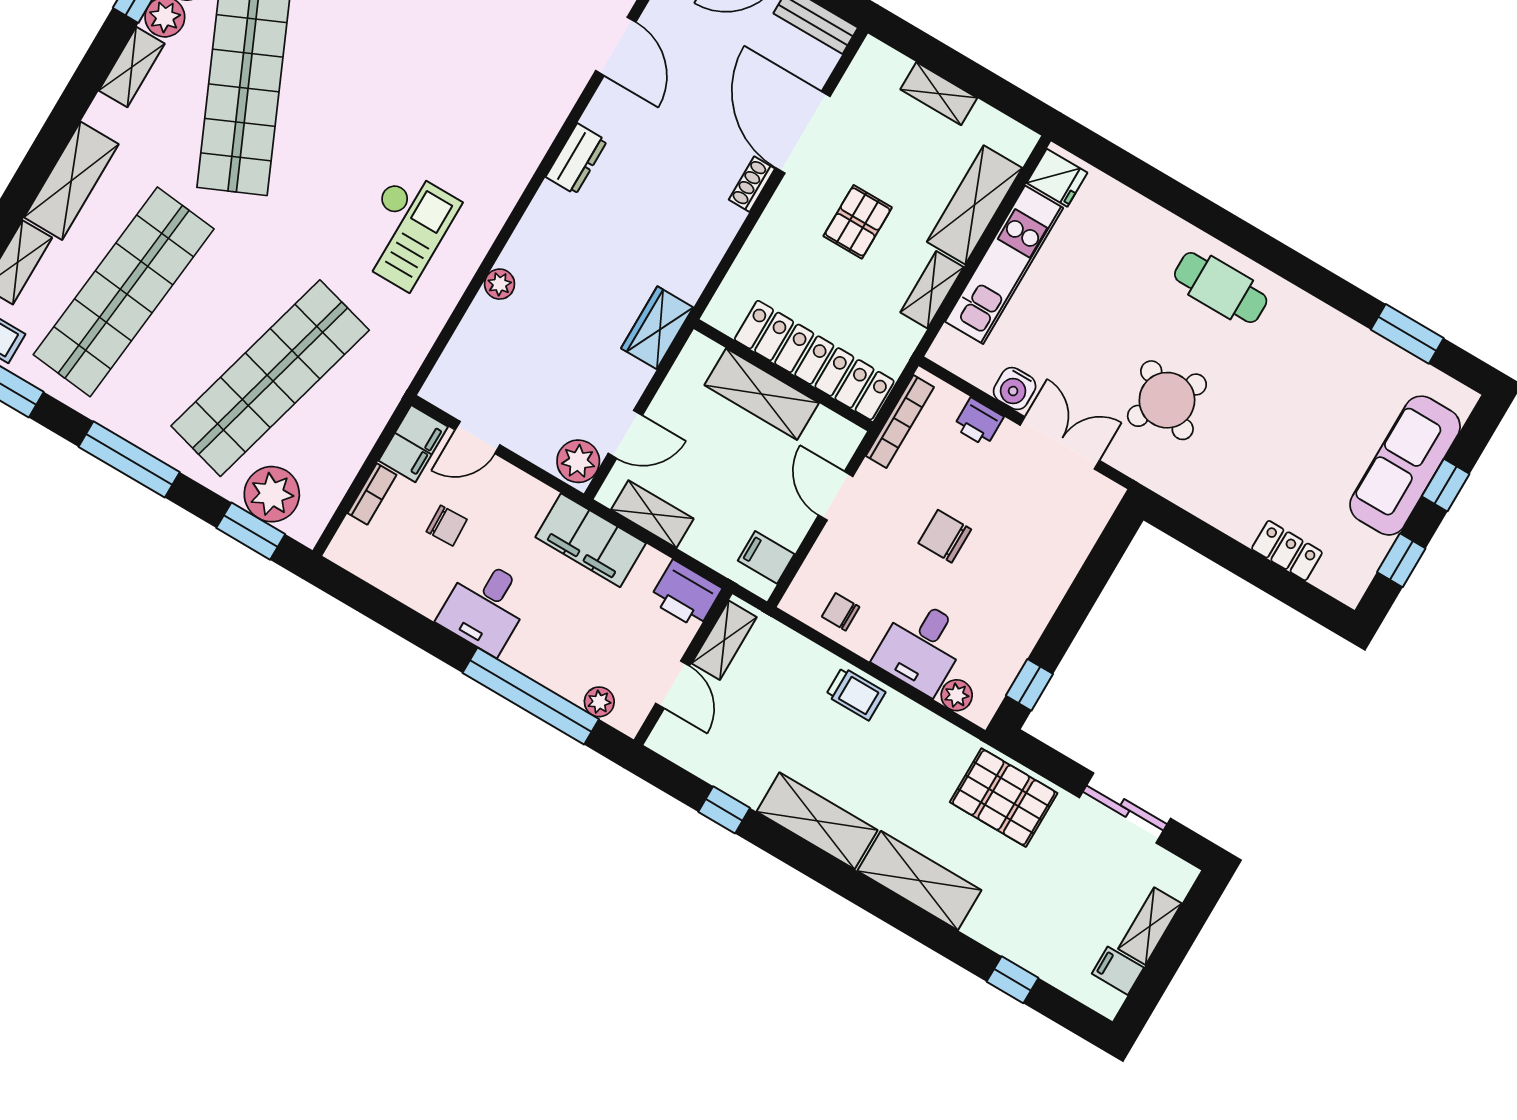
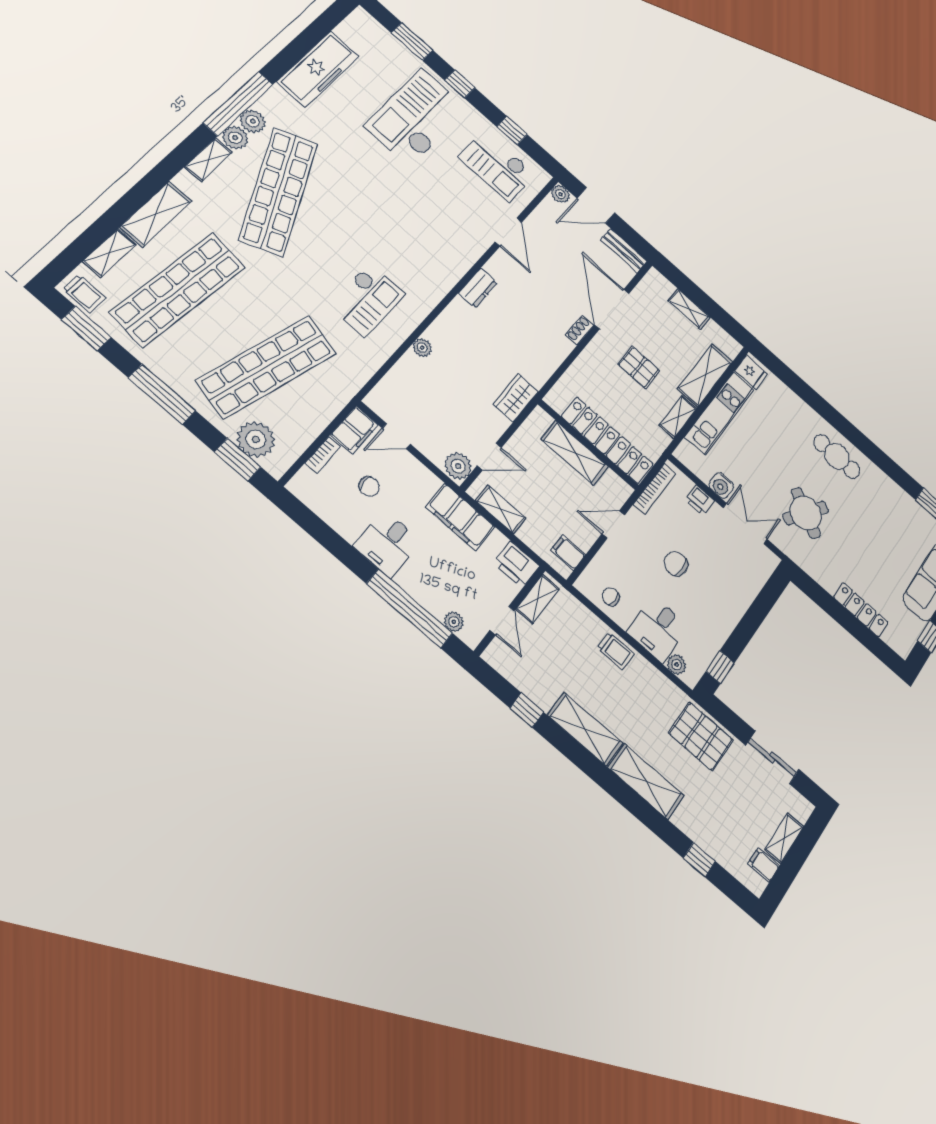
pallet: (858, 222) -> (639, 367), turned 90
door: (836, 496) -> (613, 524), hinge flipped
locker: (1287, 551) -> (861, 610), width x1.53

